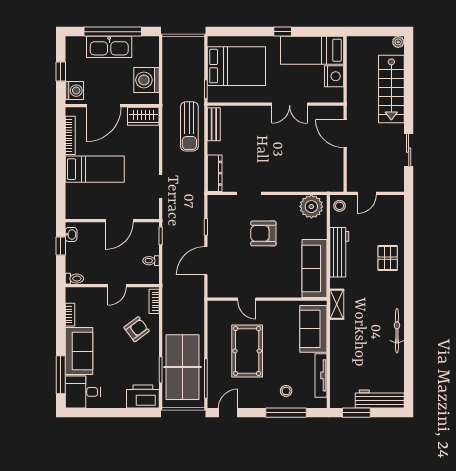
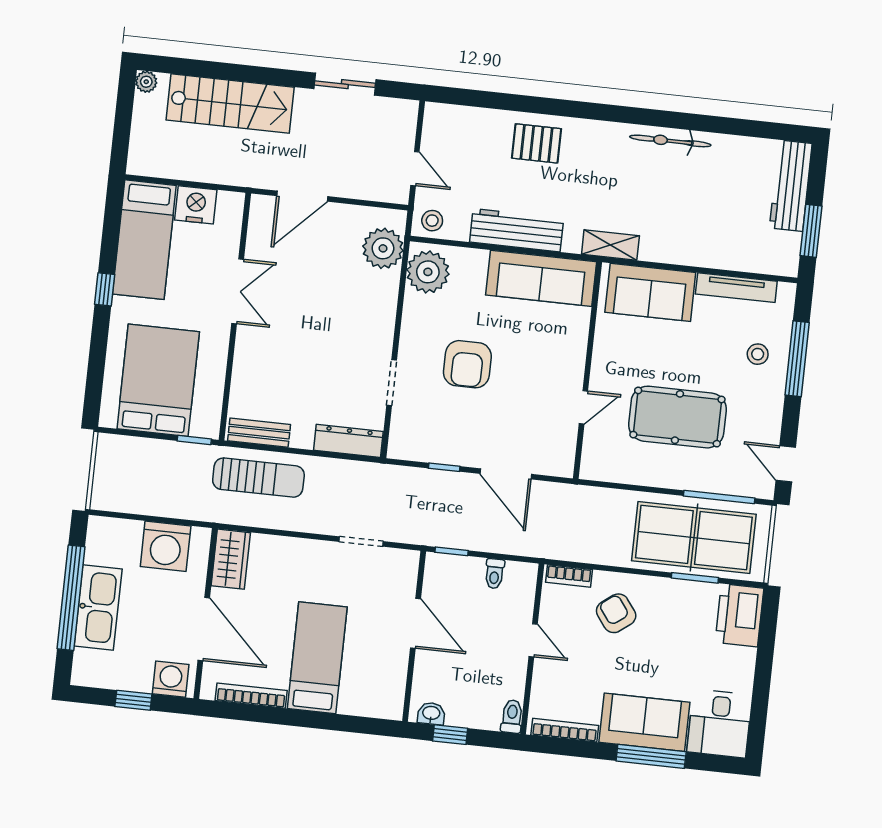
plant: (321, 181) -> (383, 248), added
bookcase: (70, 315) -> (565, 730), width x1.56
window: (61, 375) -> (651, 756), moved

